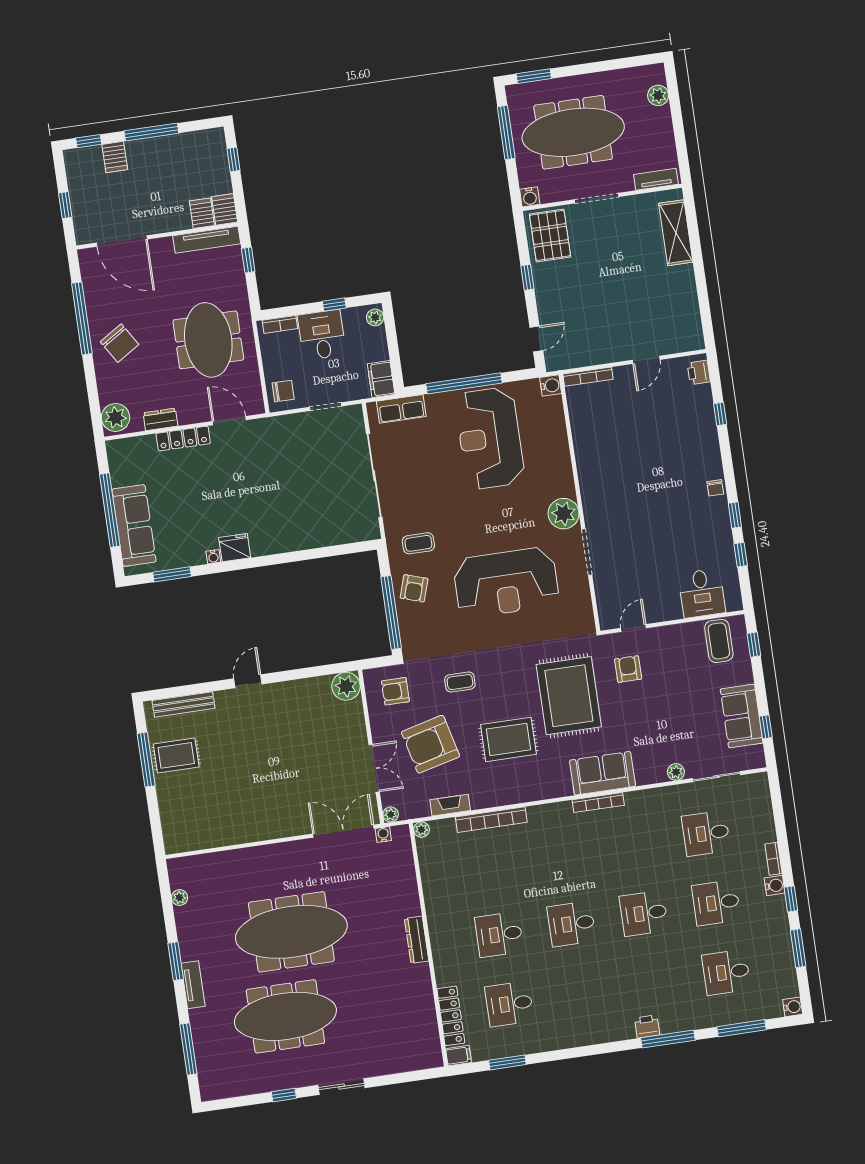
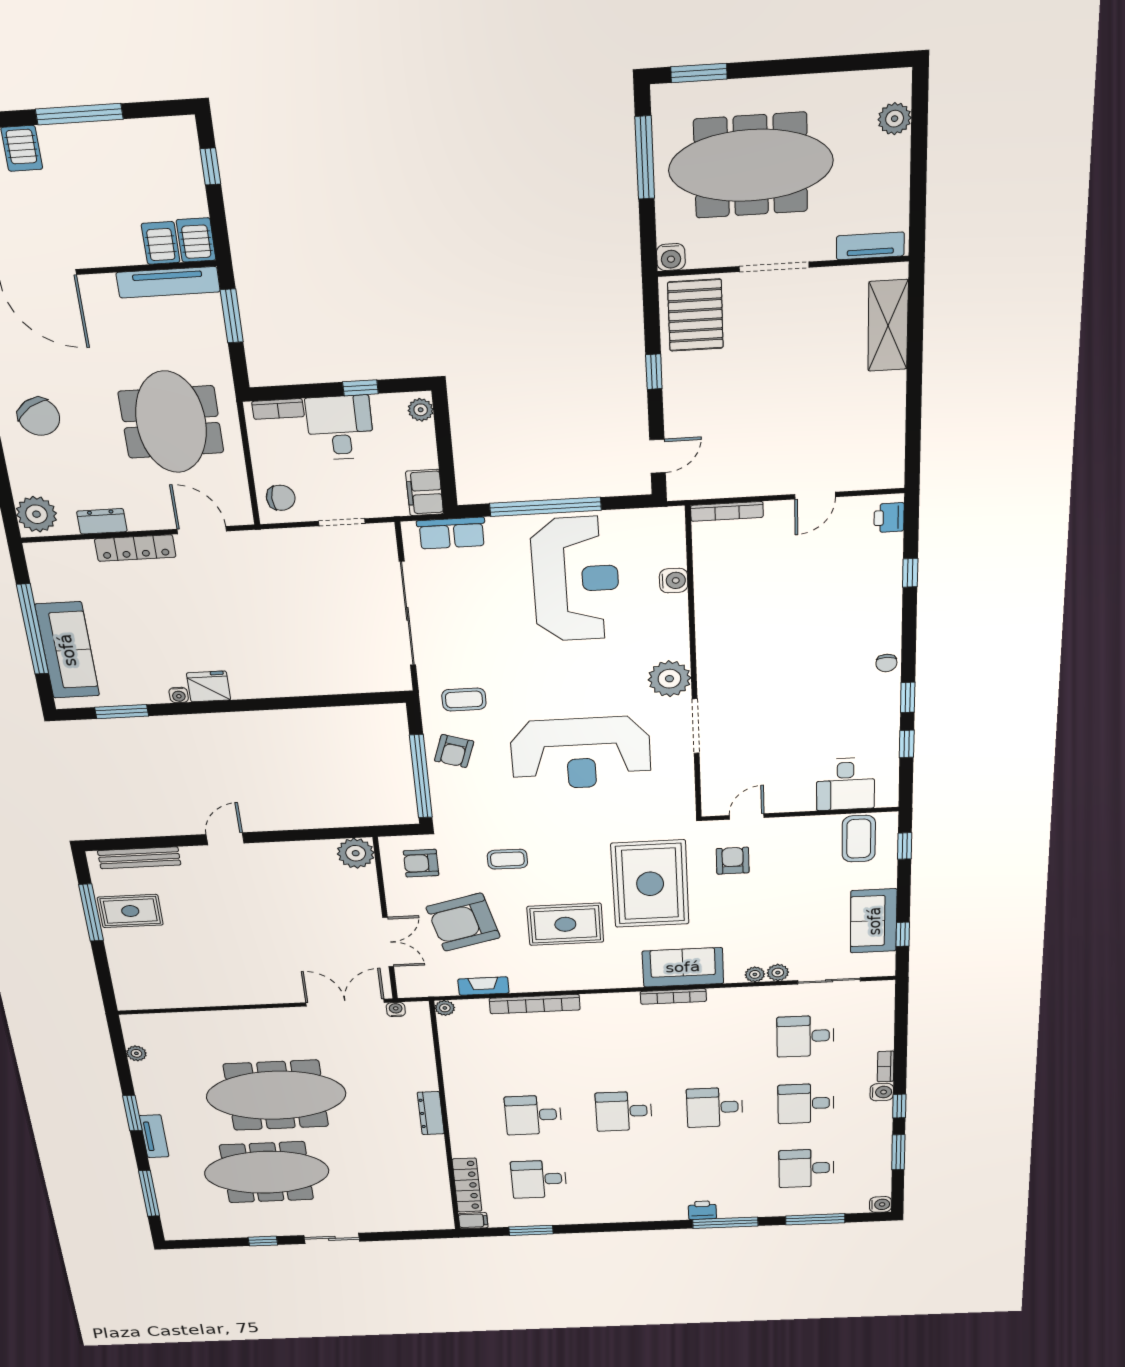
window: (248, 260) -> (232, 316), width x1.50
water cooler: (551, 386) -> (674, 581), moved
reception desk: (490, 438) -> (576, 579), turned 180
plant: (391, 814) -> (755, 974), moved

